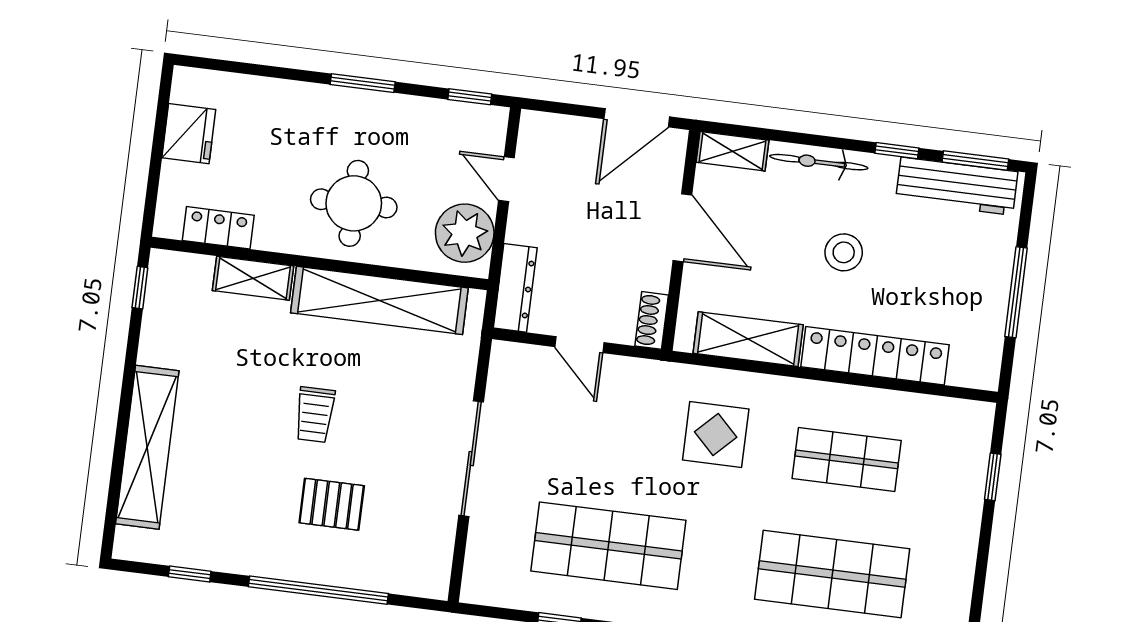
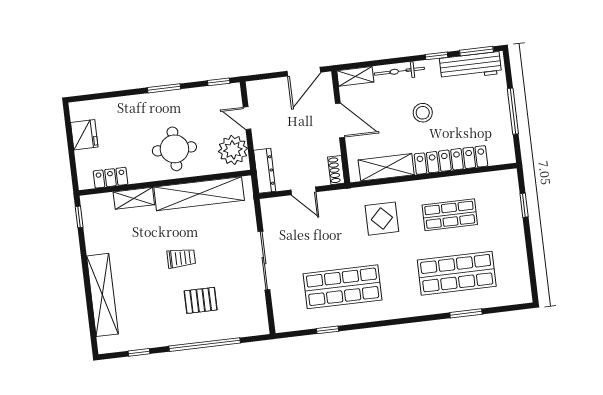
trolley: (315, 415) -> (181, 258), turned -90

